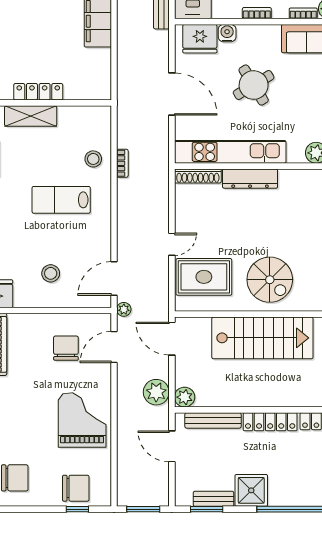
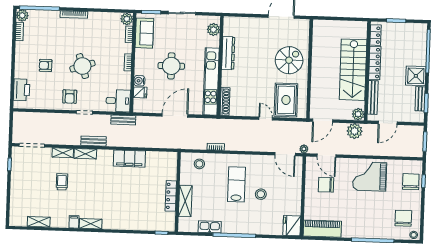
fridge: (200, 39) -> (140, 92), width x0.53, depth x0.75
round table: (254, 85) -> (171, 66), turned 31
stool: (93, 159) -> (199, 164), moved
dresser: (250, 179) -> (228, 53), moved
lab bench: (61, 200) -> (236, 184), turned 180
stool: (51, 273) -> (261, 194), moved
stairs: (262, 338) -> (353, 70), moved, turned 180

